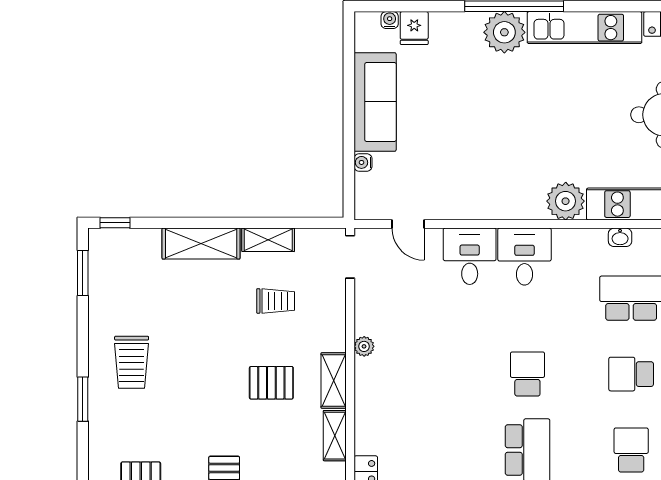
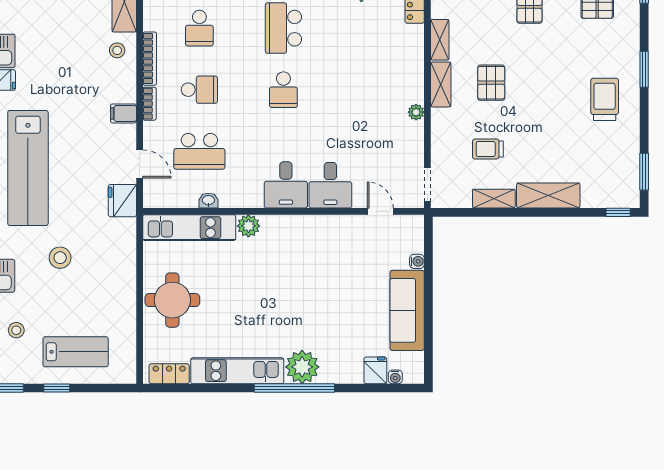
plant: (566, 201) -> (248, 226), width x0.73, depth x0.73
pallet: (271, 383) -> (491, 83), turned 90

